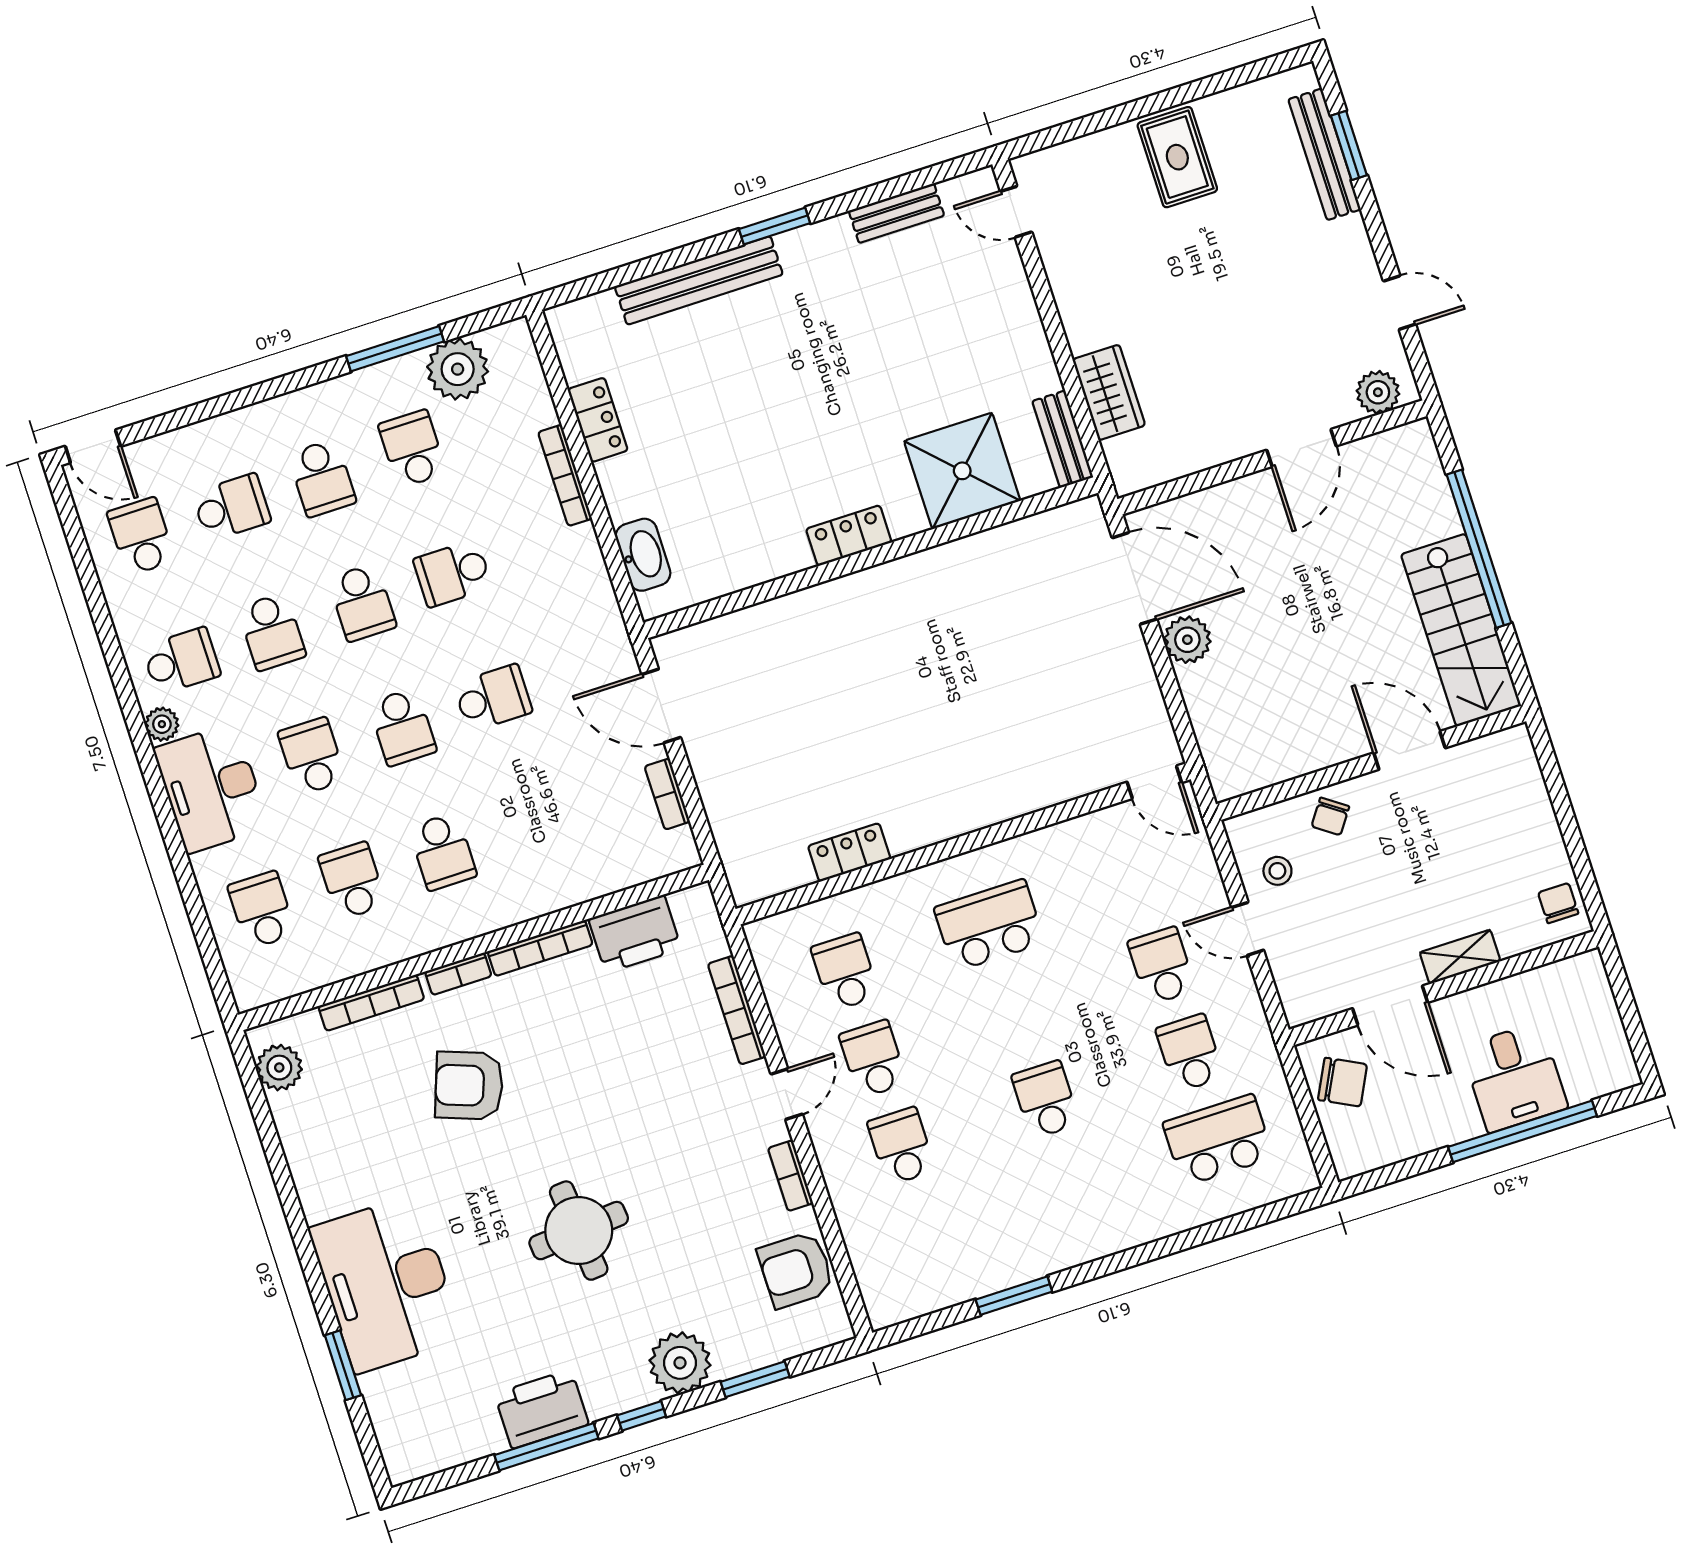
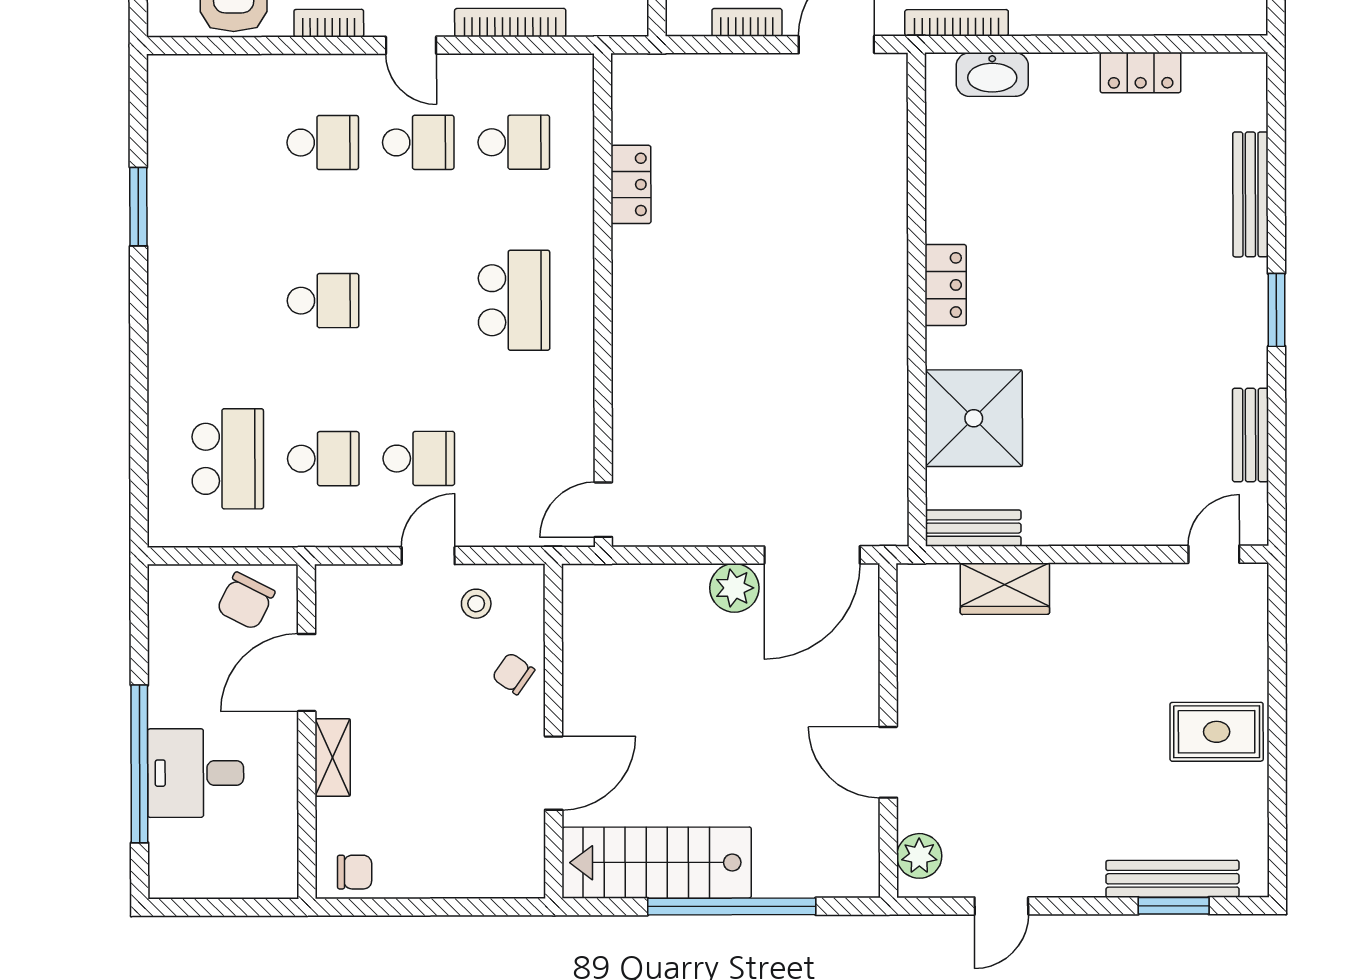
bench: (699, 280) -> (1250, 194), width x0.73, depth x0.82
bookcase: (565, 475) -> (957, 23), moved

